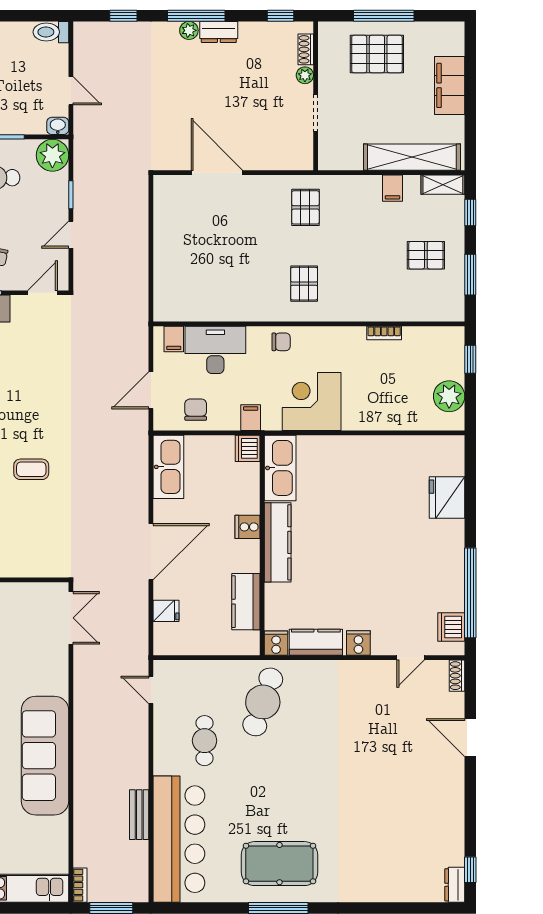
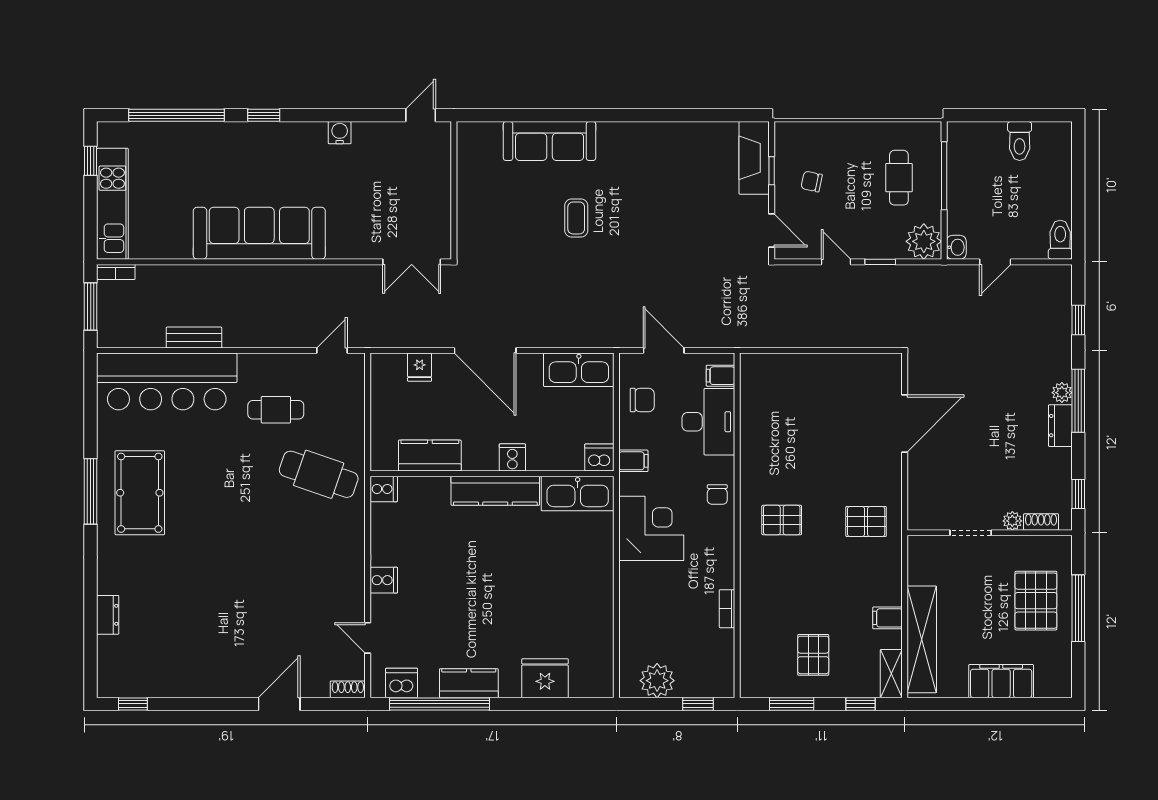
kitchen counter: (316, 642) -> (469, 683), moved, turned -90
dresser: (455, 885) -> (108, 615), moved, turned 90

